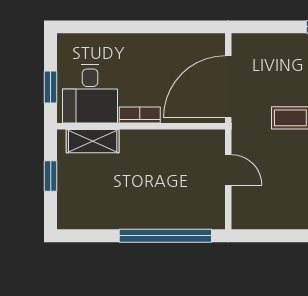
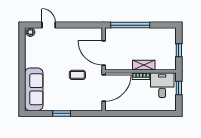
shelving: (93, 141) -> (144, 65), moved
door: (228, 170) -> (104, 53), width x1.88

